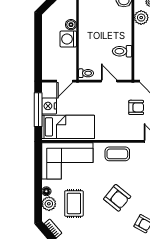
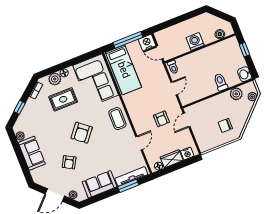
boiler: (71, 25) -> (220, 34), moved
toilet: (122, 51) -> (221, 82), moved
nightstand: (49, 106) -> (147, 43), moved

